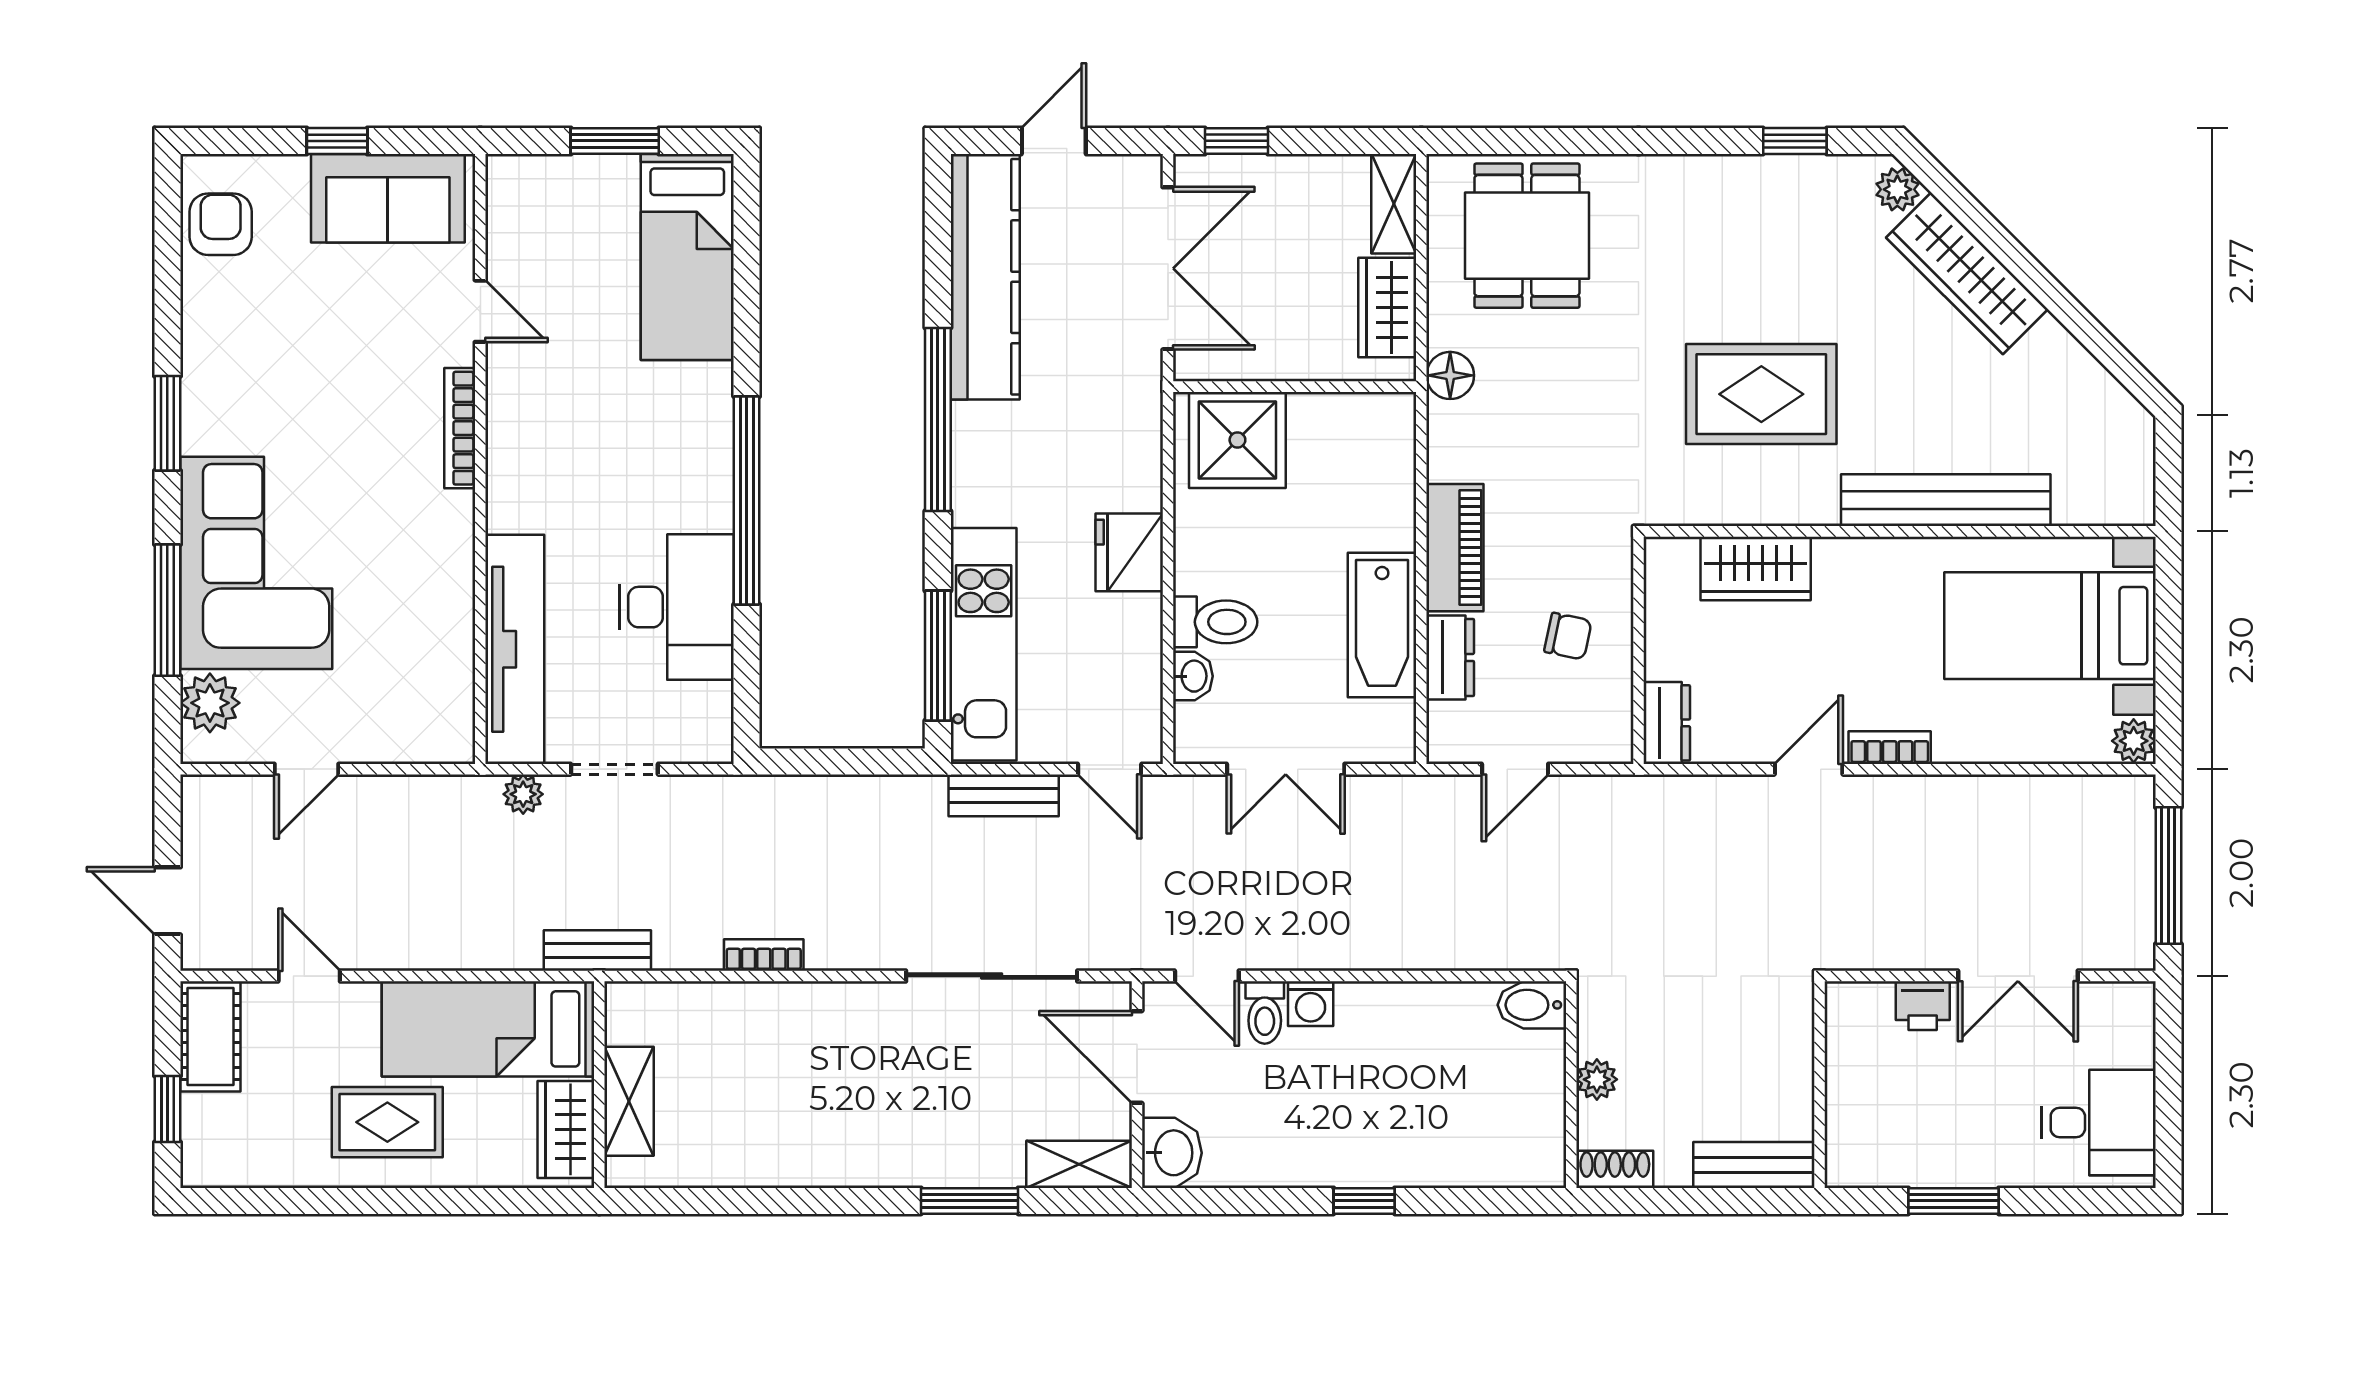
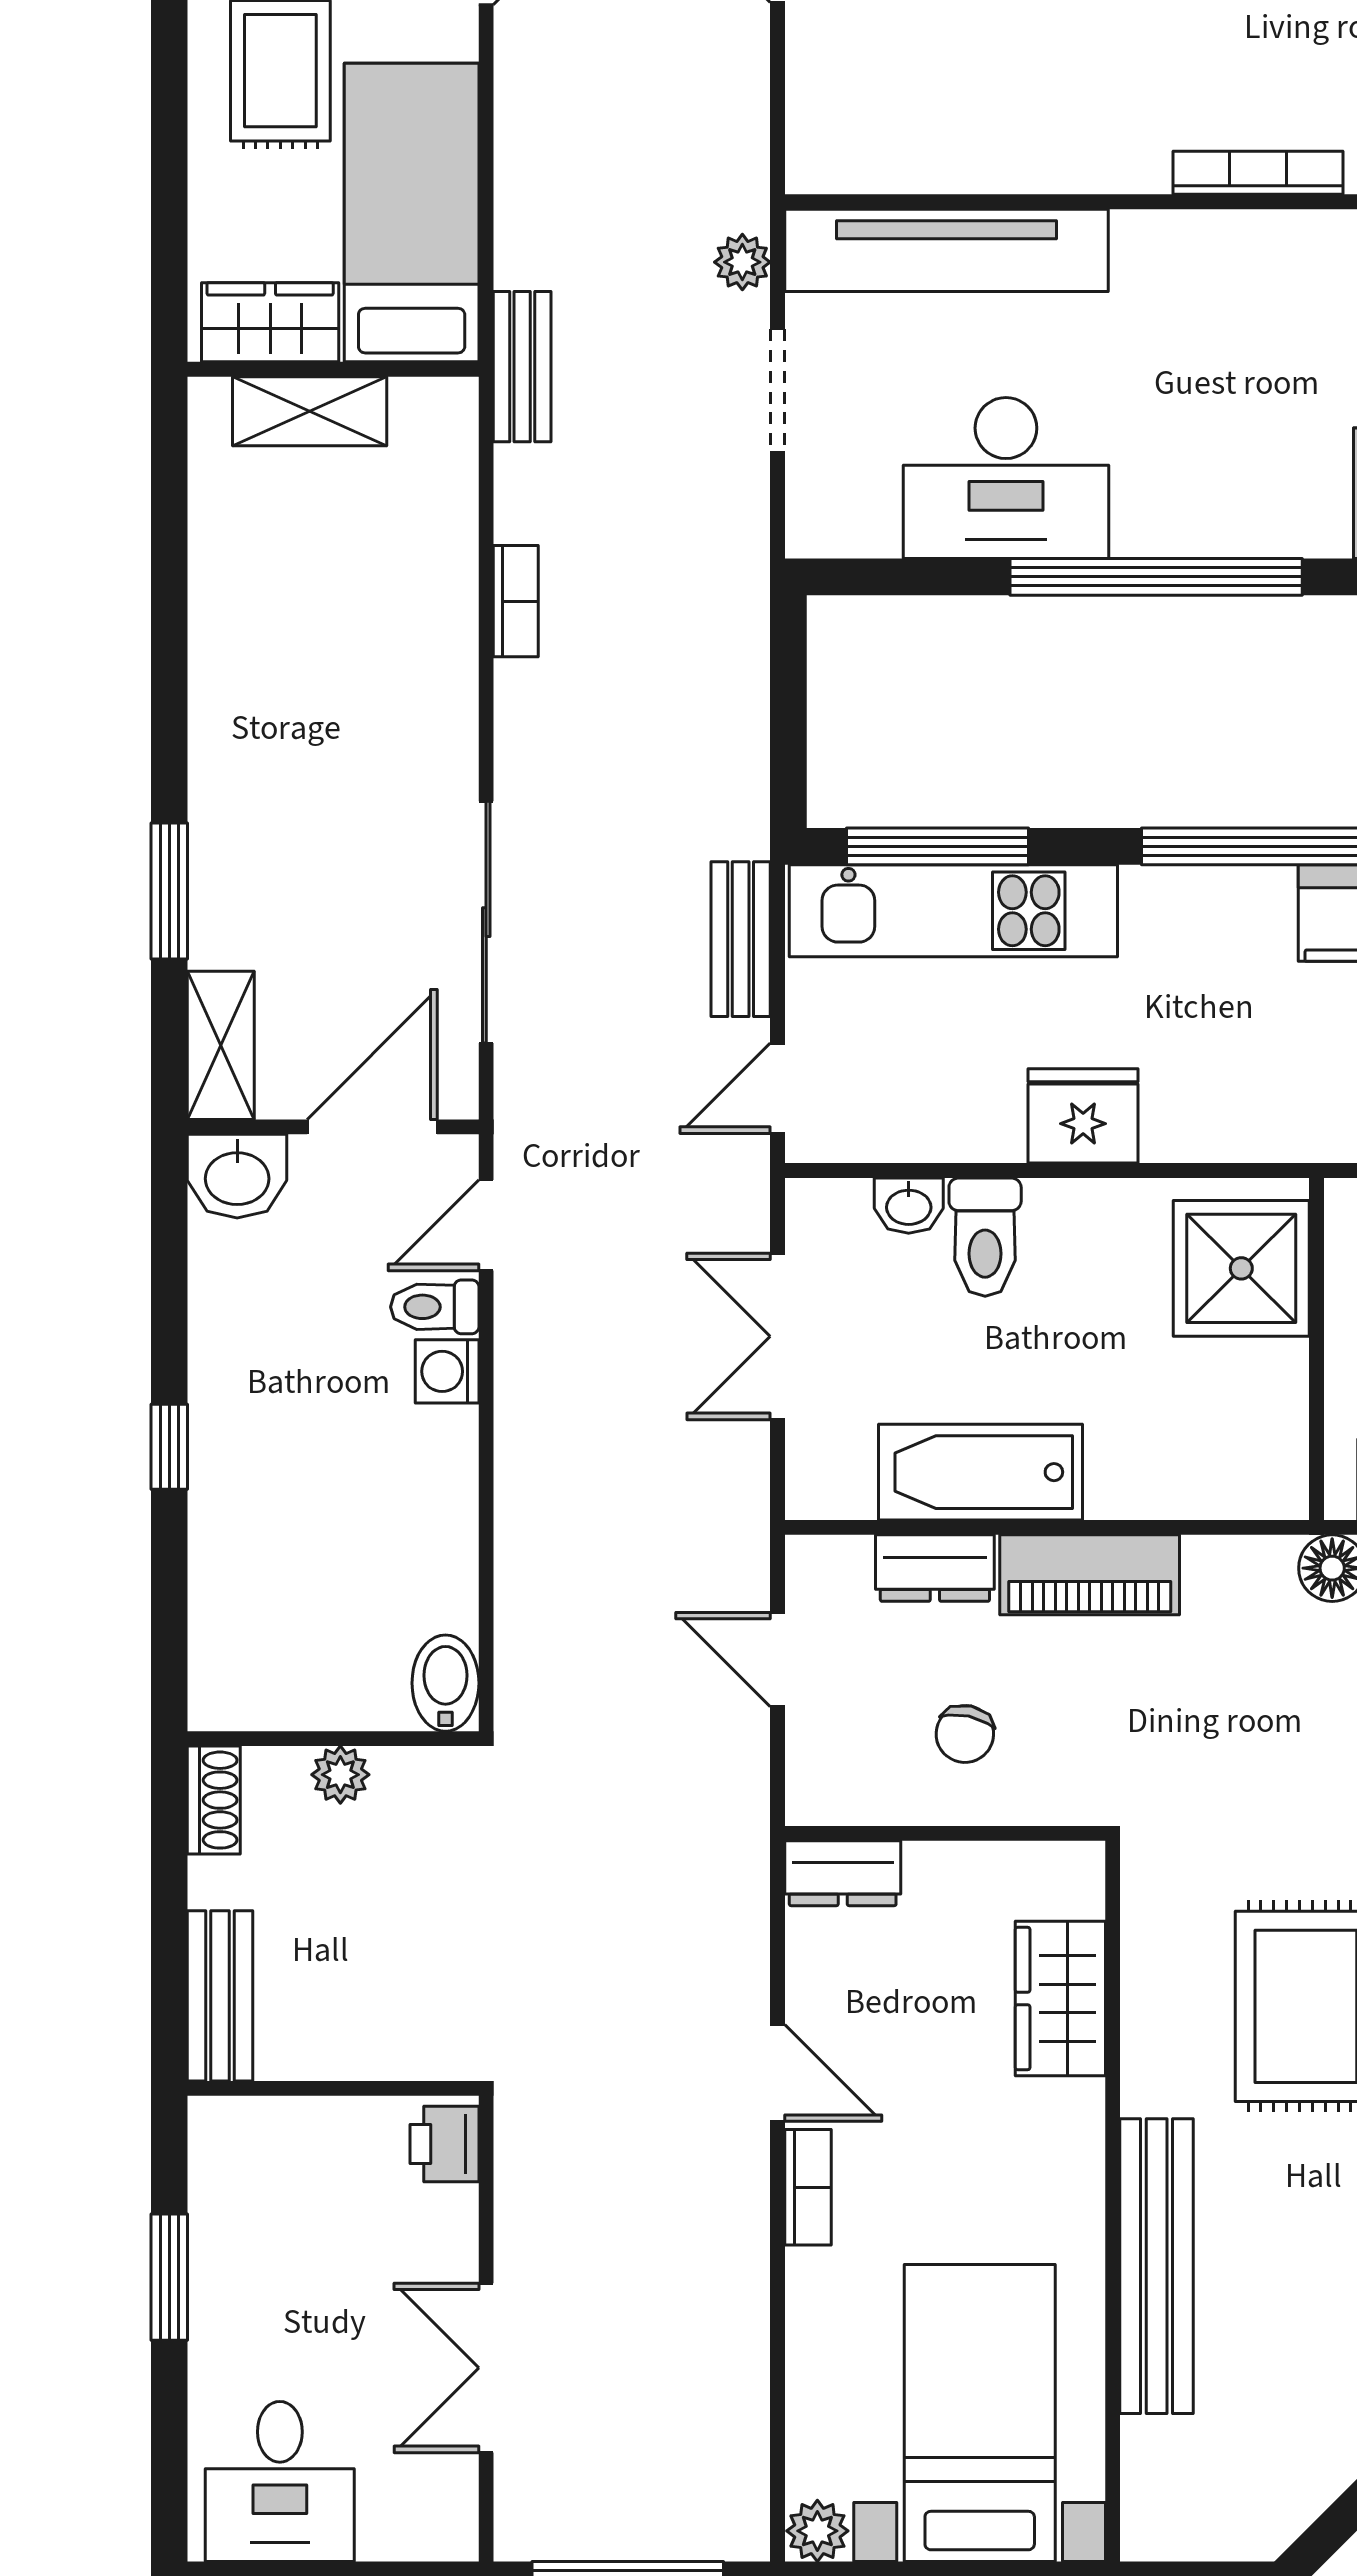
printer: (1923, 1006) -> (444, 2144), moved

